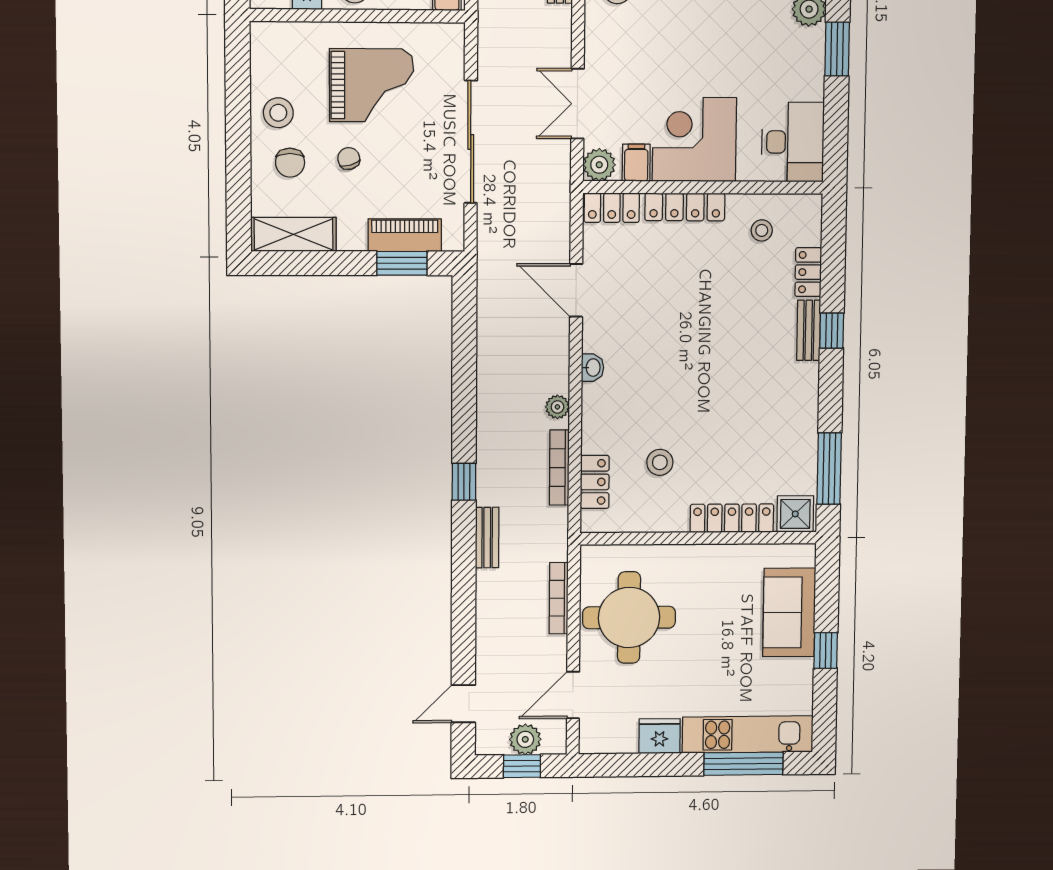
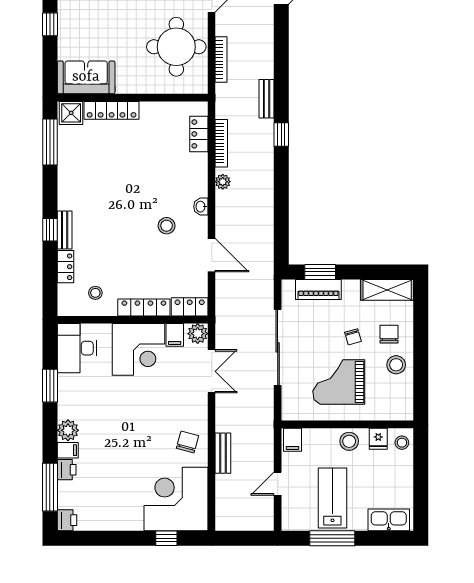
window: (837, 49) -> (50, 386), moved
stool: (660, 462) -> (167, 226), moved
sofa: (789, 612) -> (86, 77), moved, turned -90

